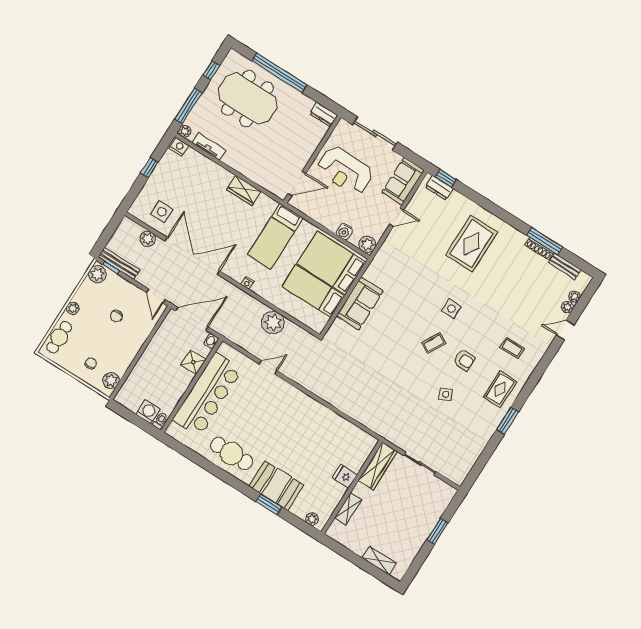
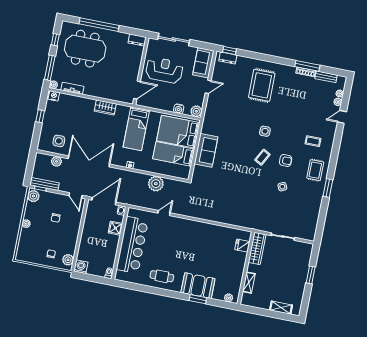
reception desk: (345, 171) -> (164, 70), turned 180
cafe table: (59, 337) -> (25, 245), removed
washing machine: (148, 412) -> (81, 267), moved
cafe table: (232, 454) -> (162, 276), width x0.73, depth x0.74
fridge: (345, 476) -> (242, 246), moved

